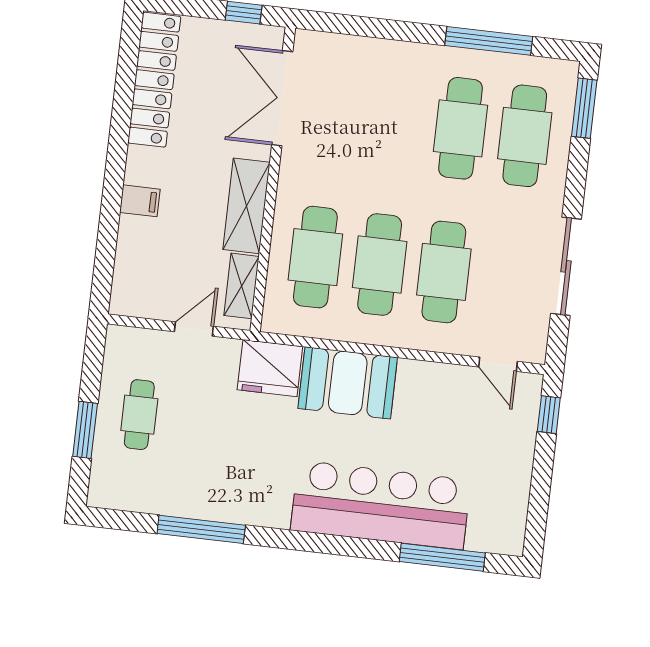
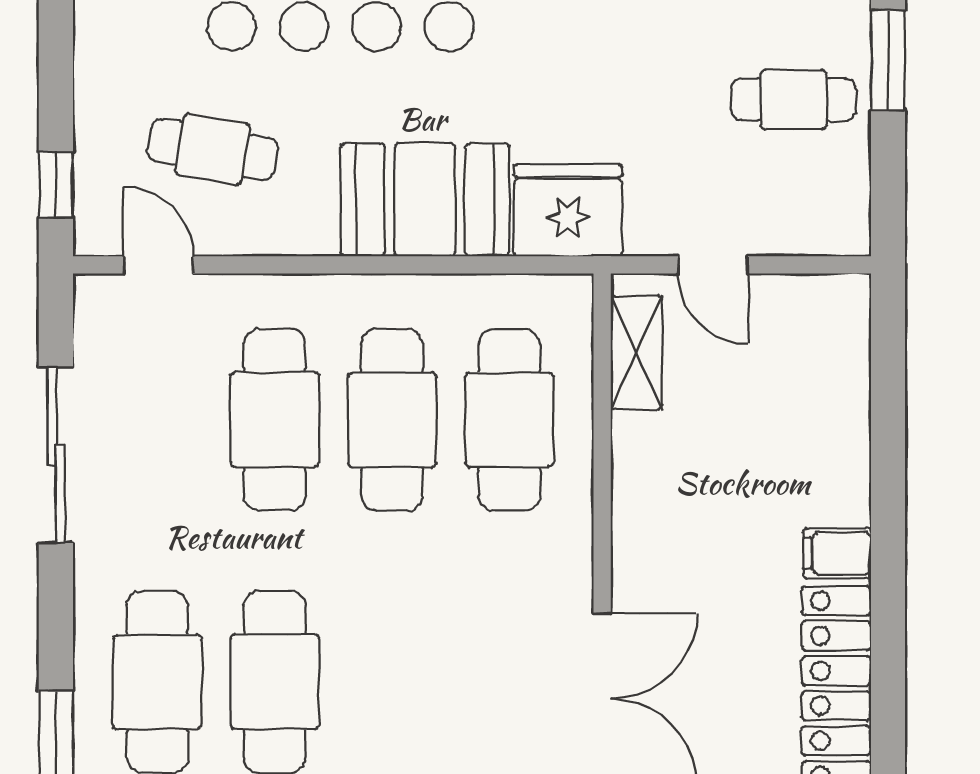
filing cabinet: (140, 201) -> (837, 553), moved
shelving: (246, 206) -> (644, 498), removed
door: (194, 329) -> (713, 265), hinge flipped
cafe table: (139, 415) -> (794, 99), turned 90
cafe table: (461, 424) -> (213, 149), added

